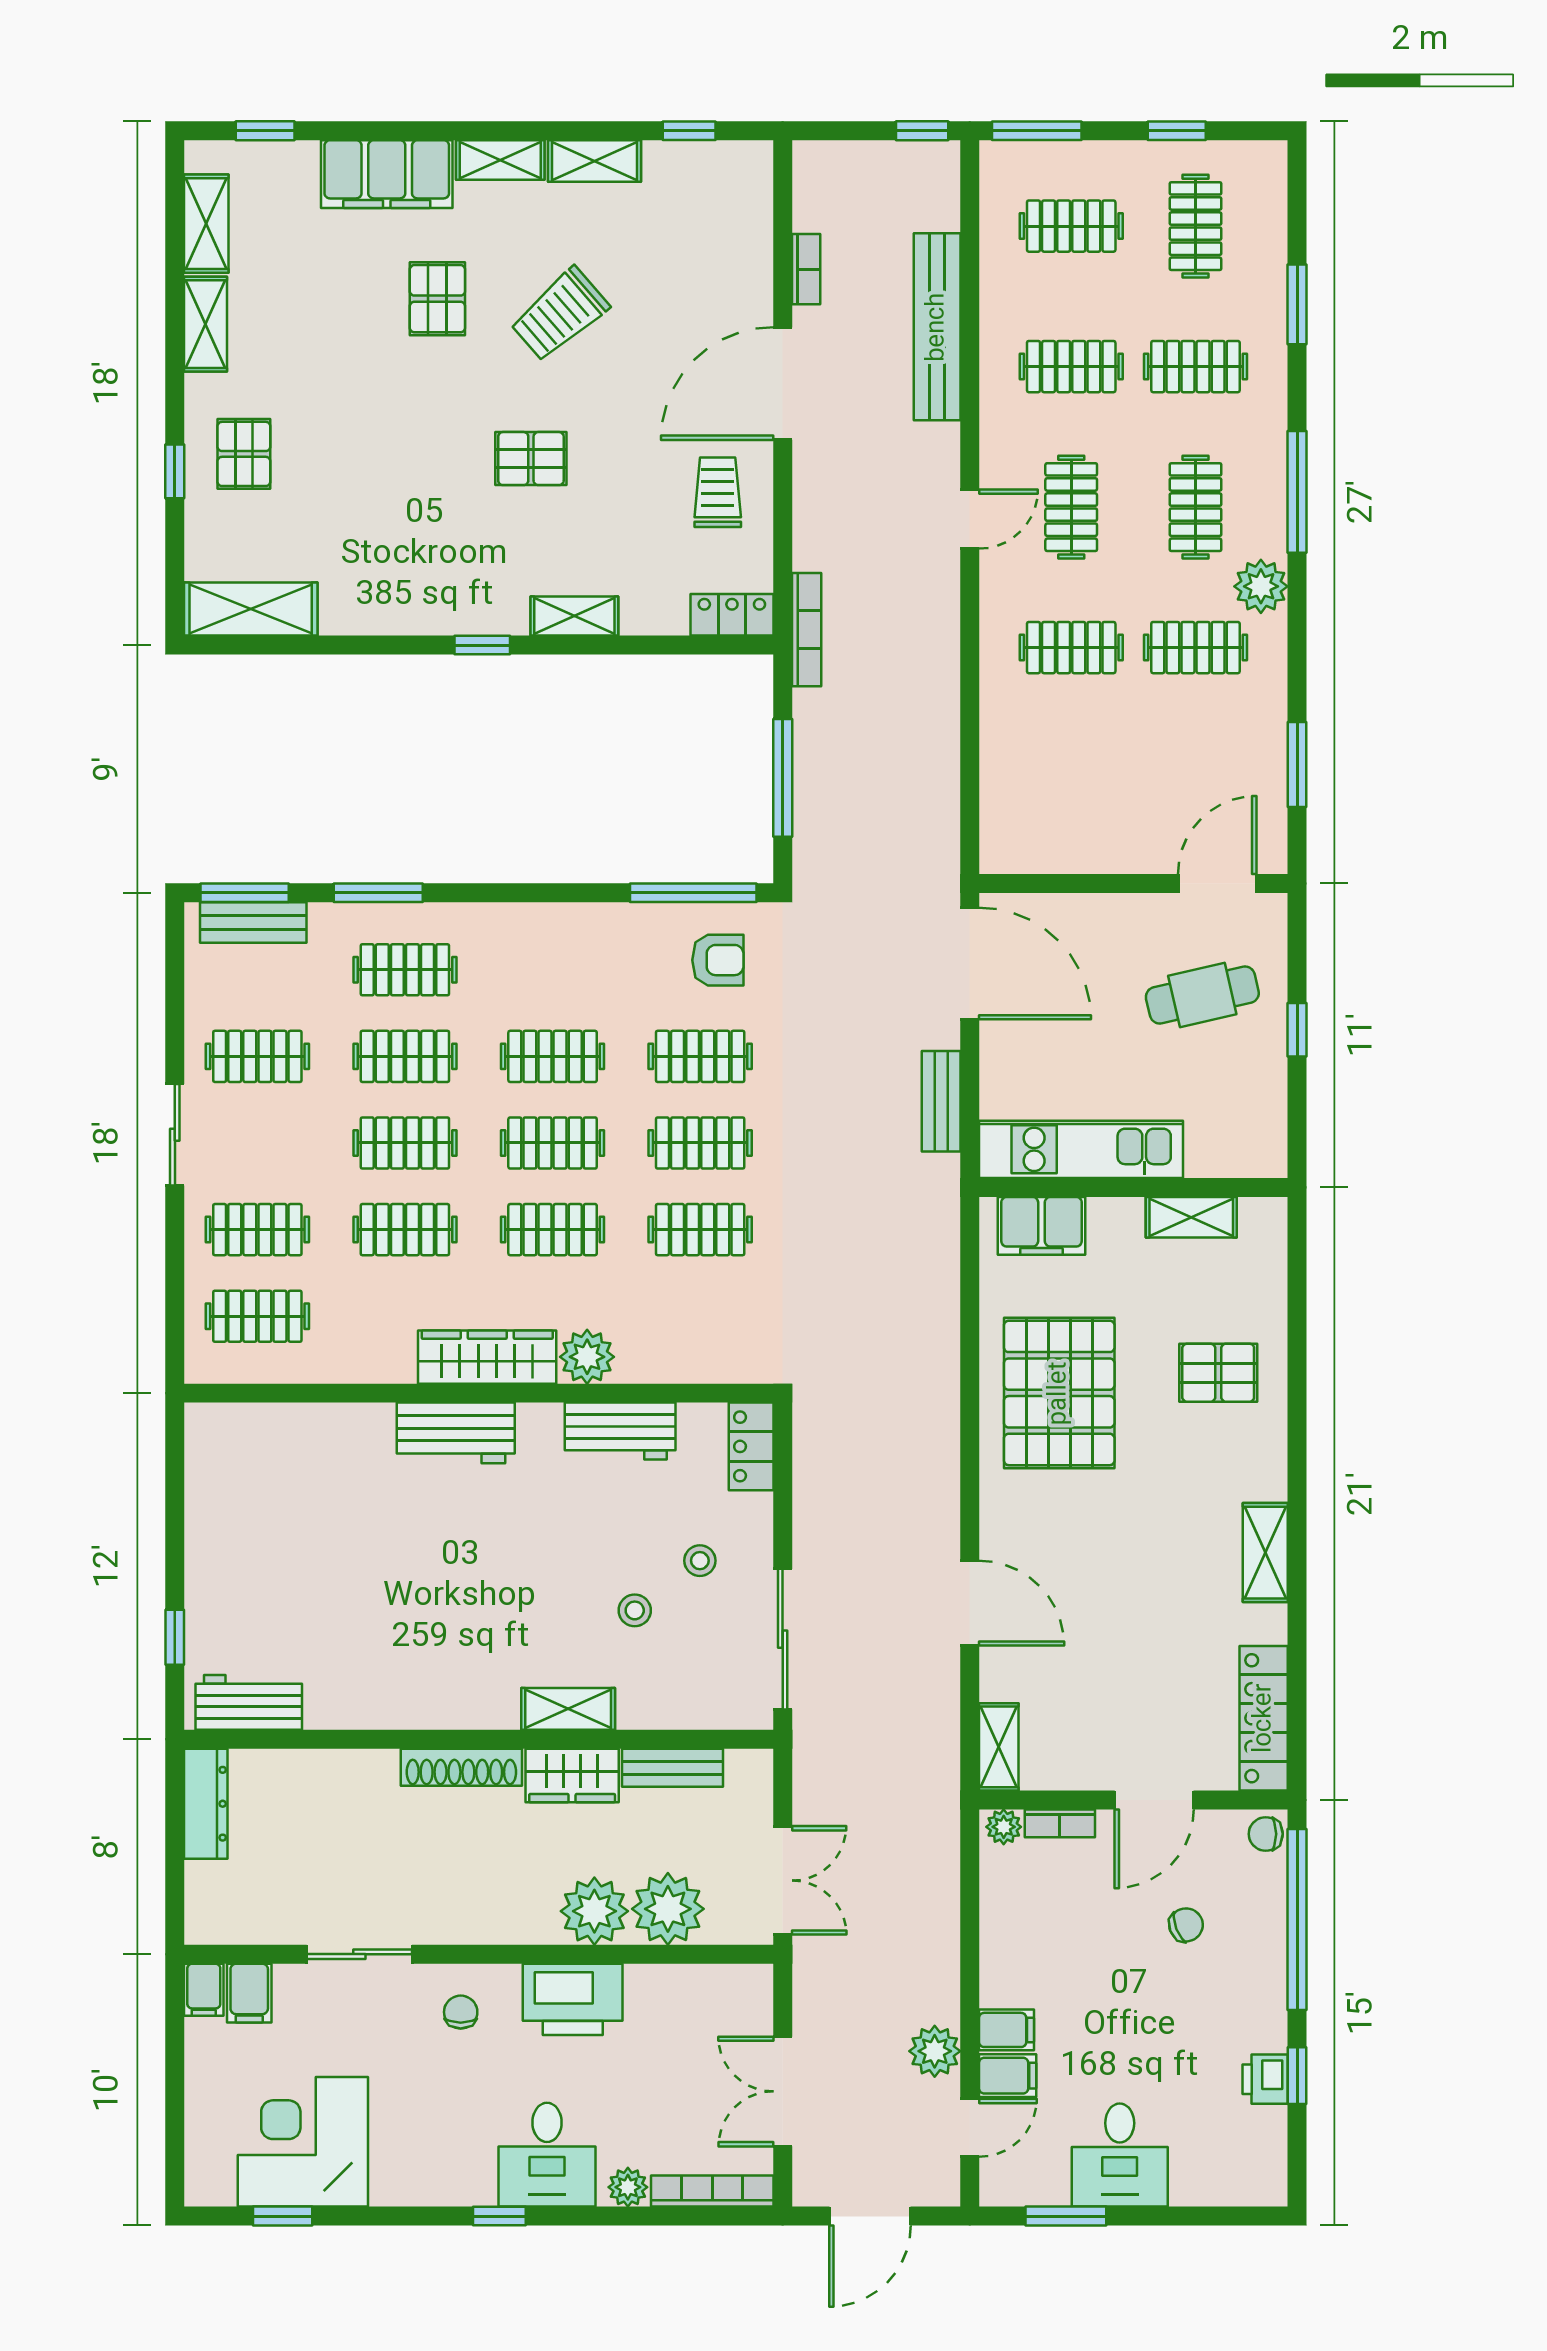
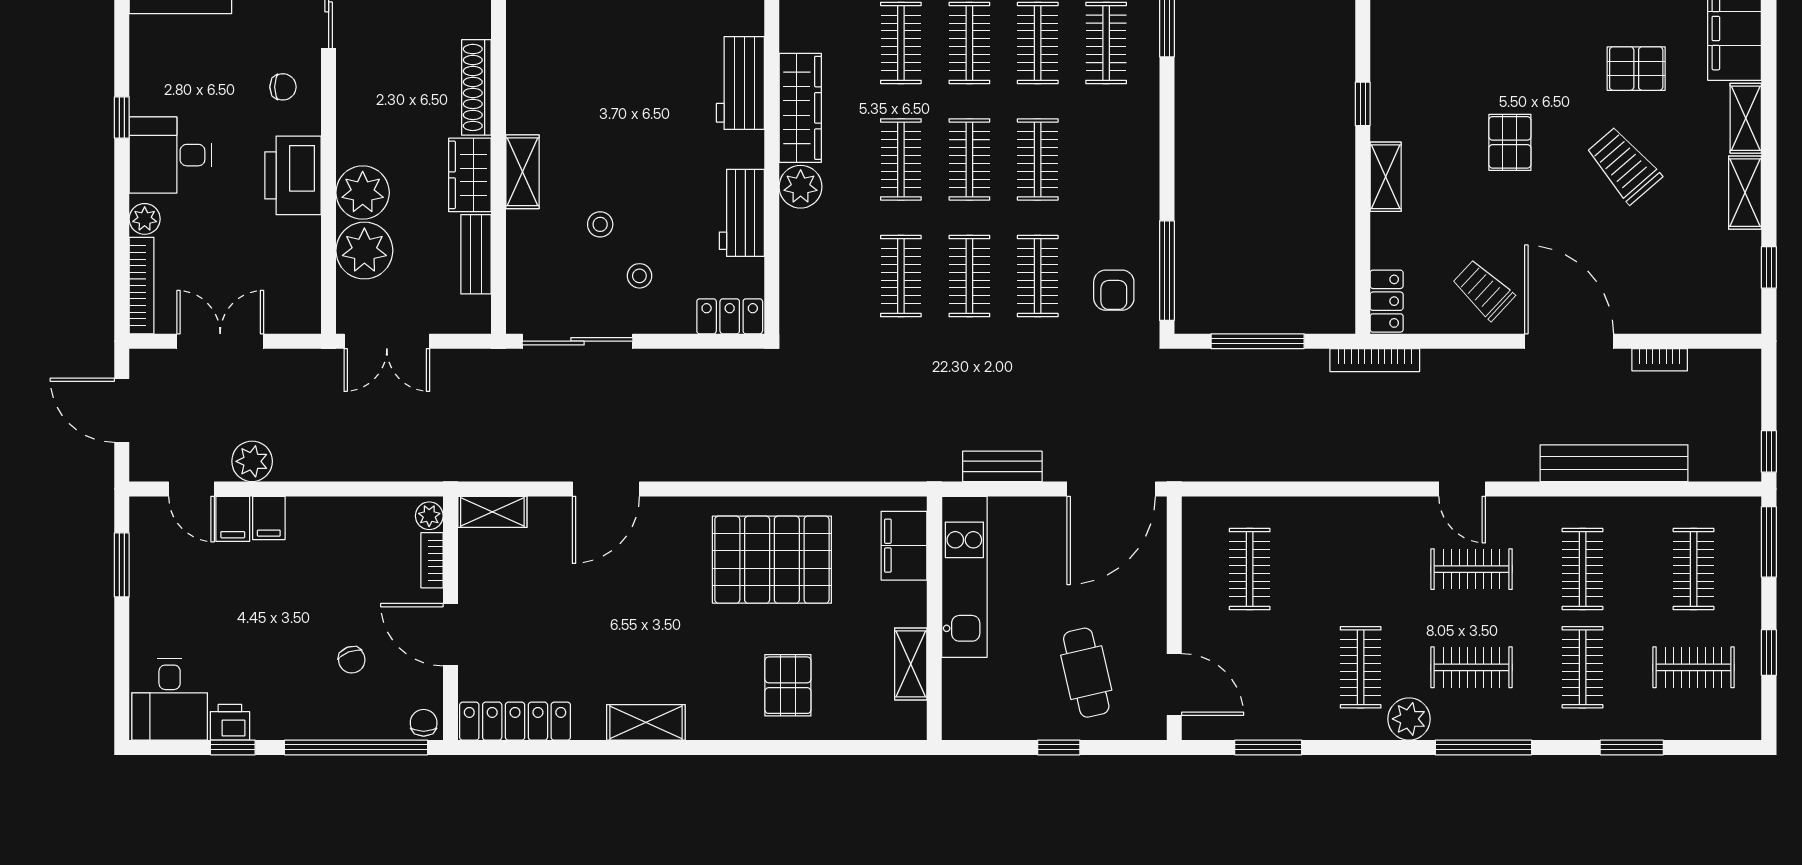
trolley: (718, 492) -> (1483, 290), turned -137
clothes rail: (1071, 648) -> (1250, 569), moved
desk: (1120, 2155) -> (170, 699), moved, turned -90

